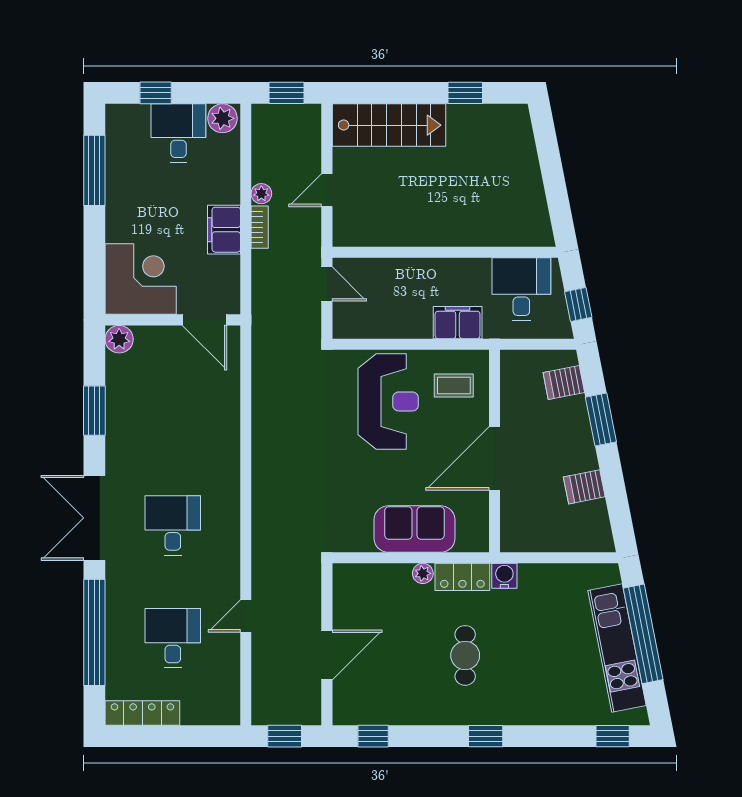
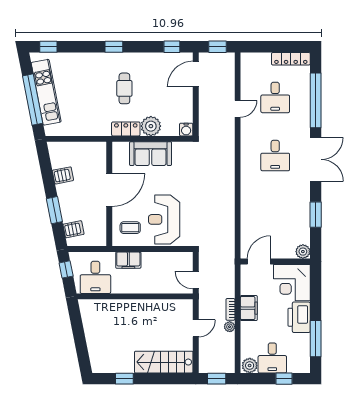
printer: (126, 212) -> (299, 317), added
door: (205, 320) -> (259, 262), hinge flipped
plant: (423, 573) -> (151, 126), width x1.88, depth x1.88
water cooler: (504, 576) -> (186, 130), moved
door: (327, 655) -> (196, 74), moved

